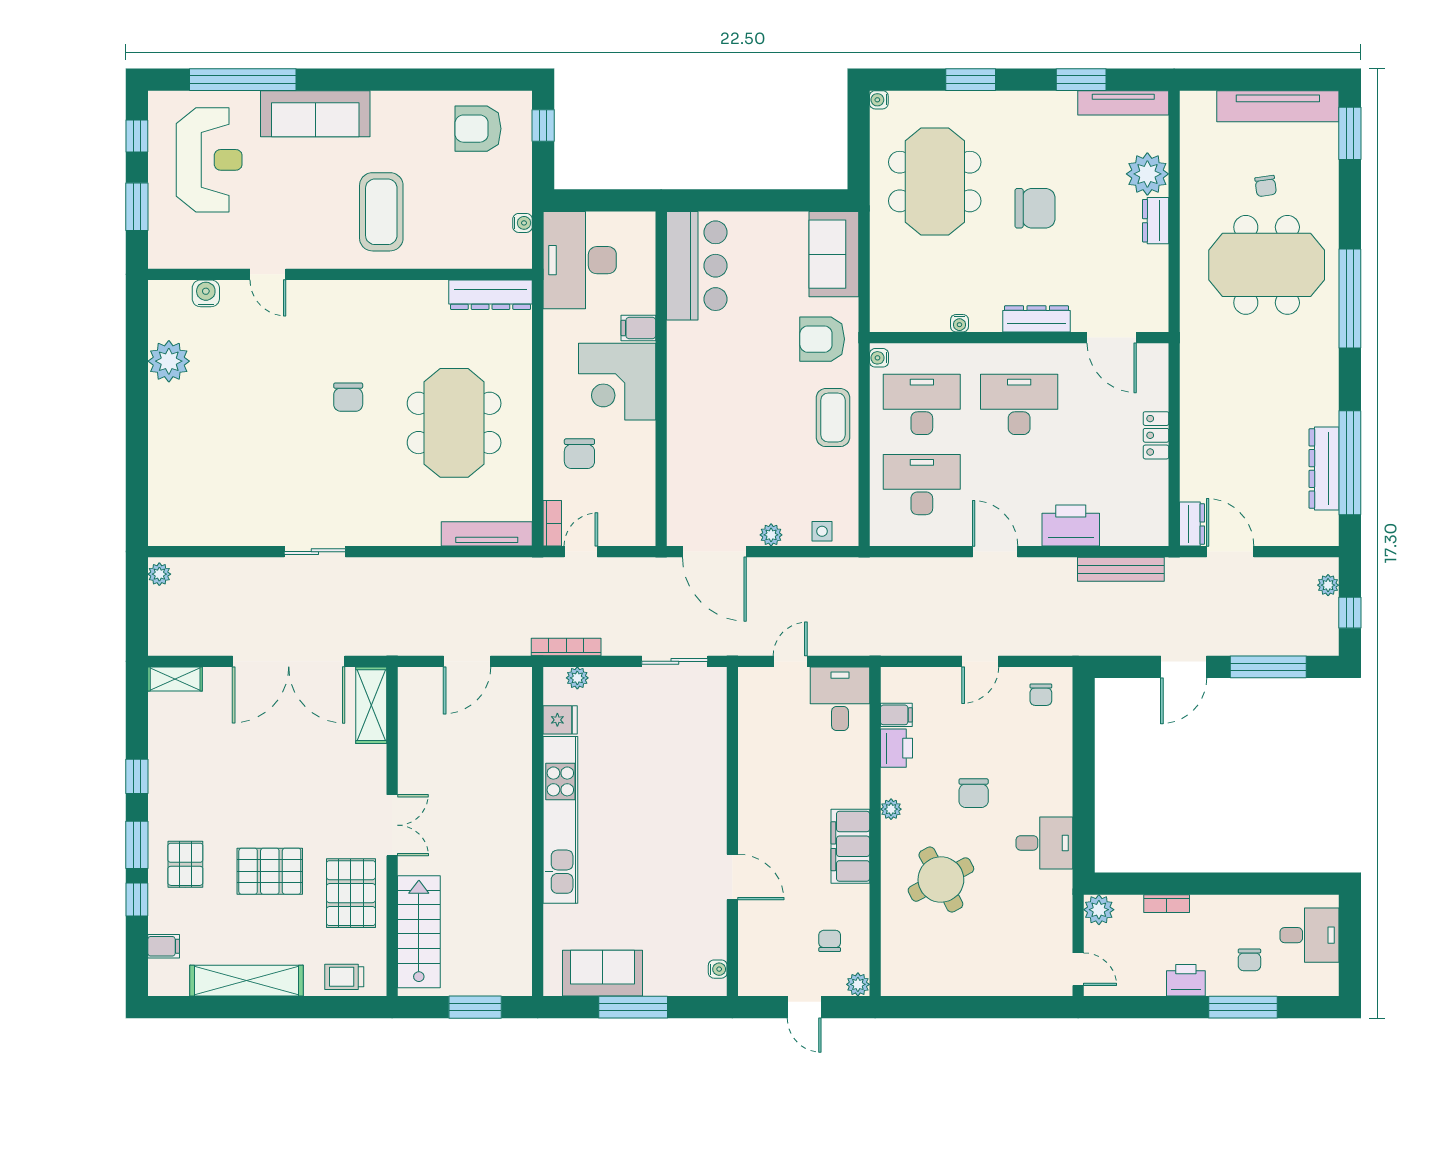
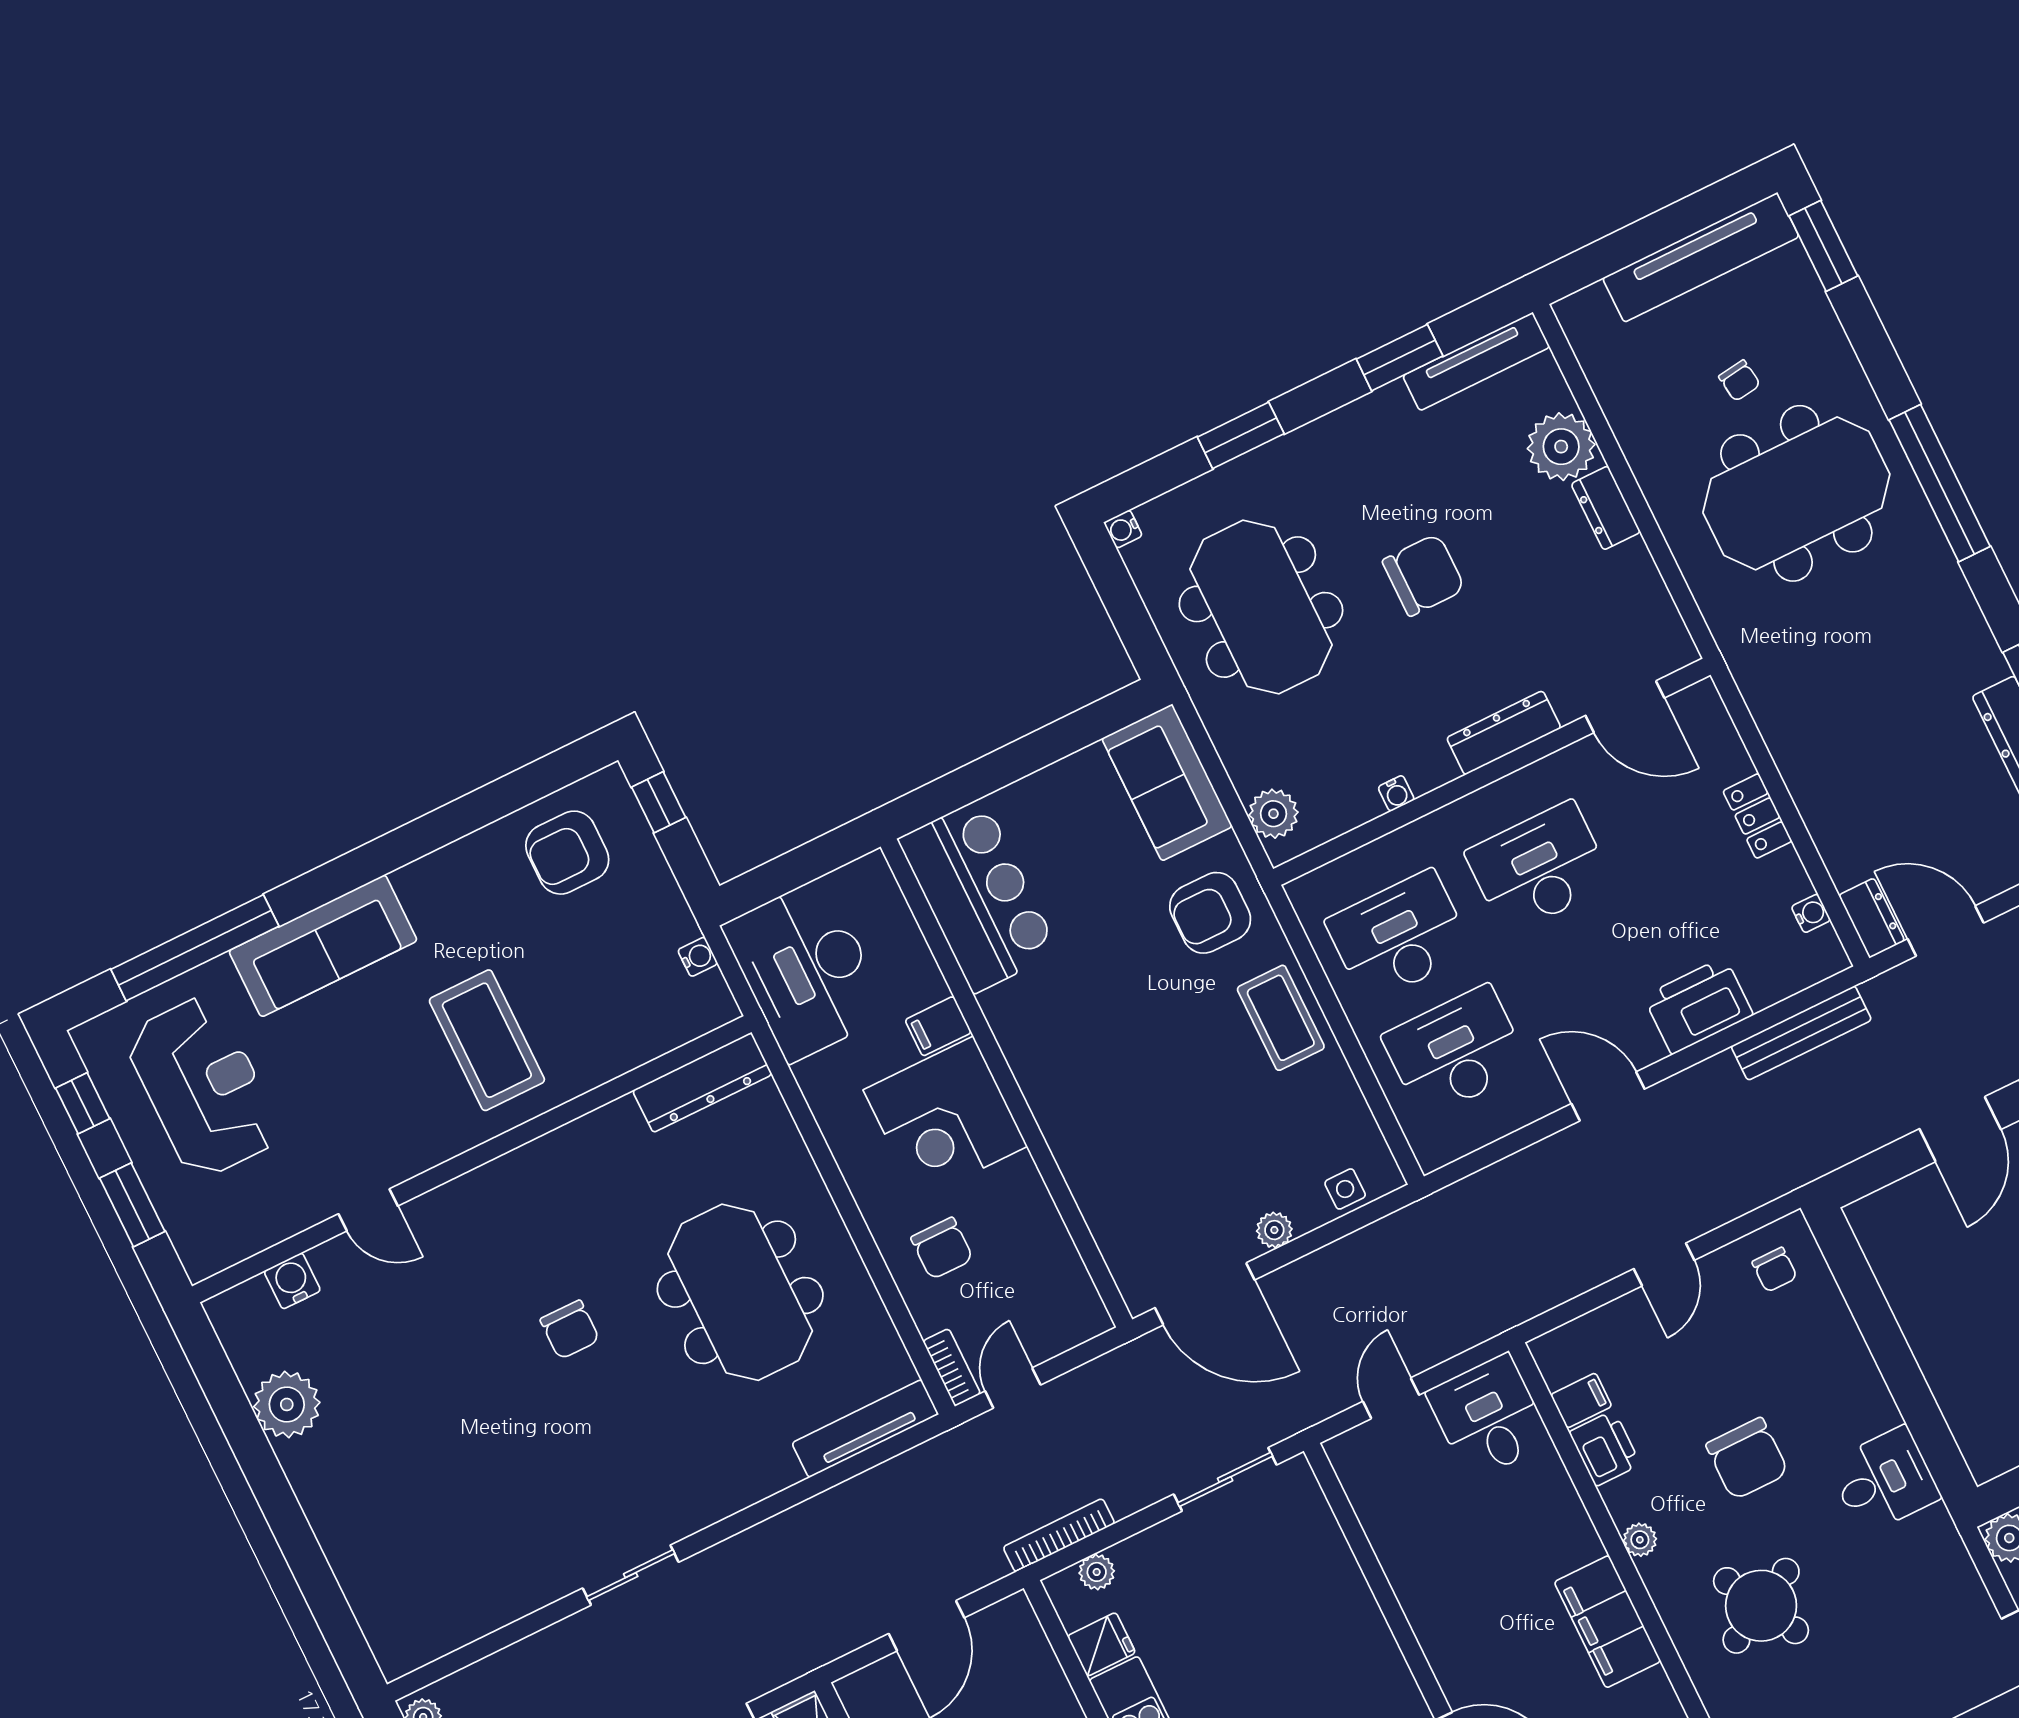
plant: (885, 301) -> (1273, 814), added
water cooler: (879, 358) -> (1811, 913), moved, turned 180
chair: (974, 793) -> (1747, 1459), width x1.37, depth x1.37

